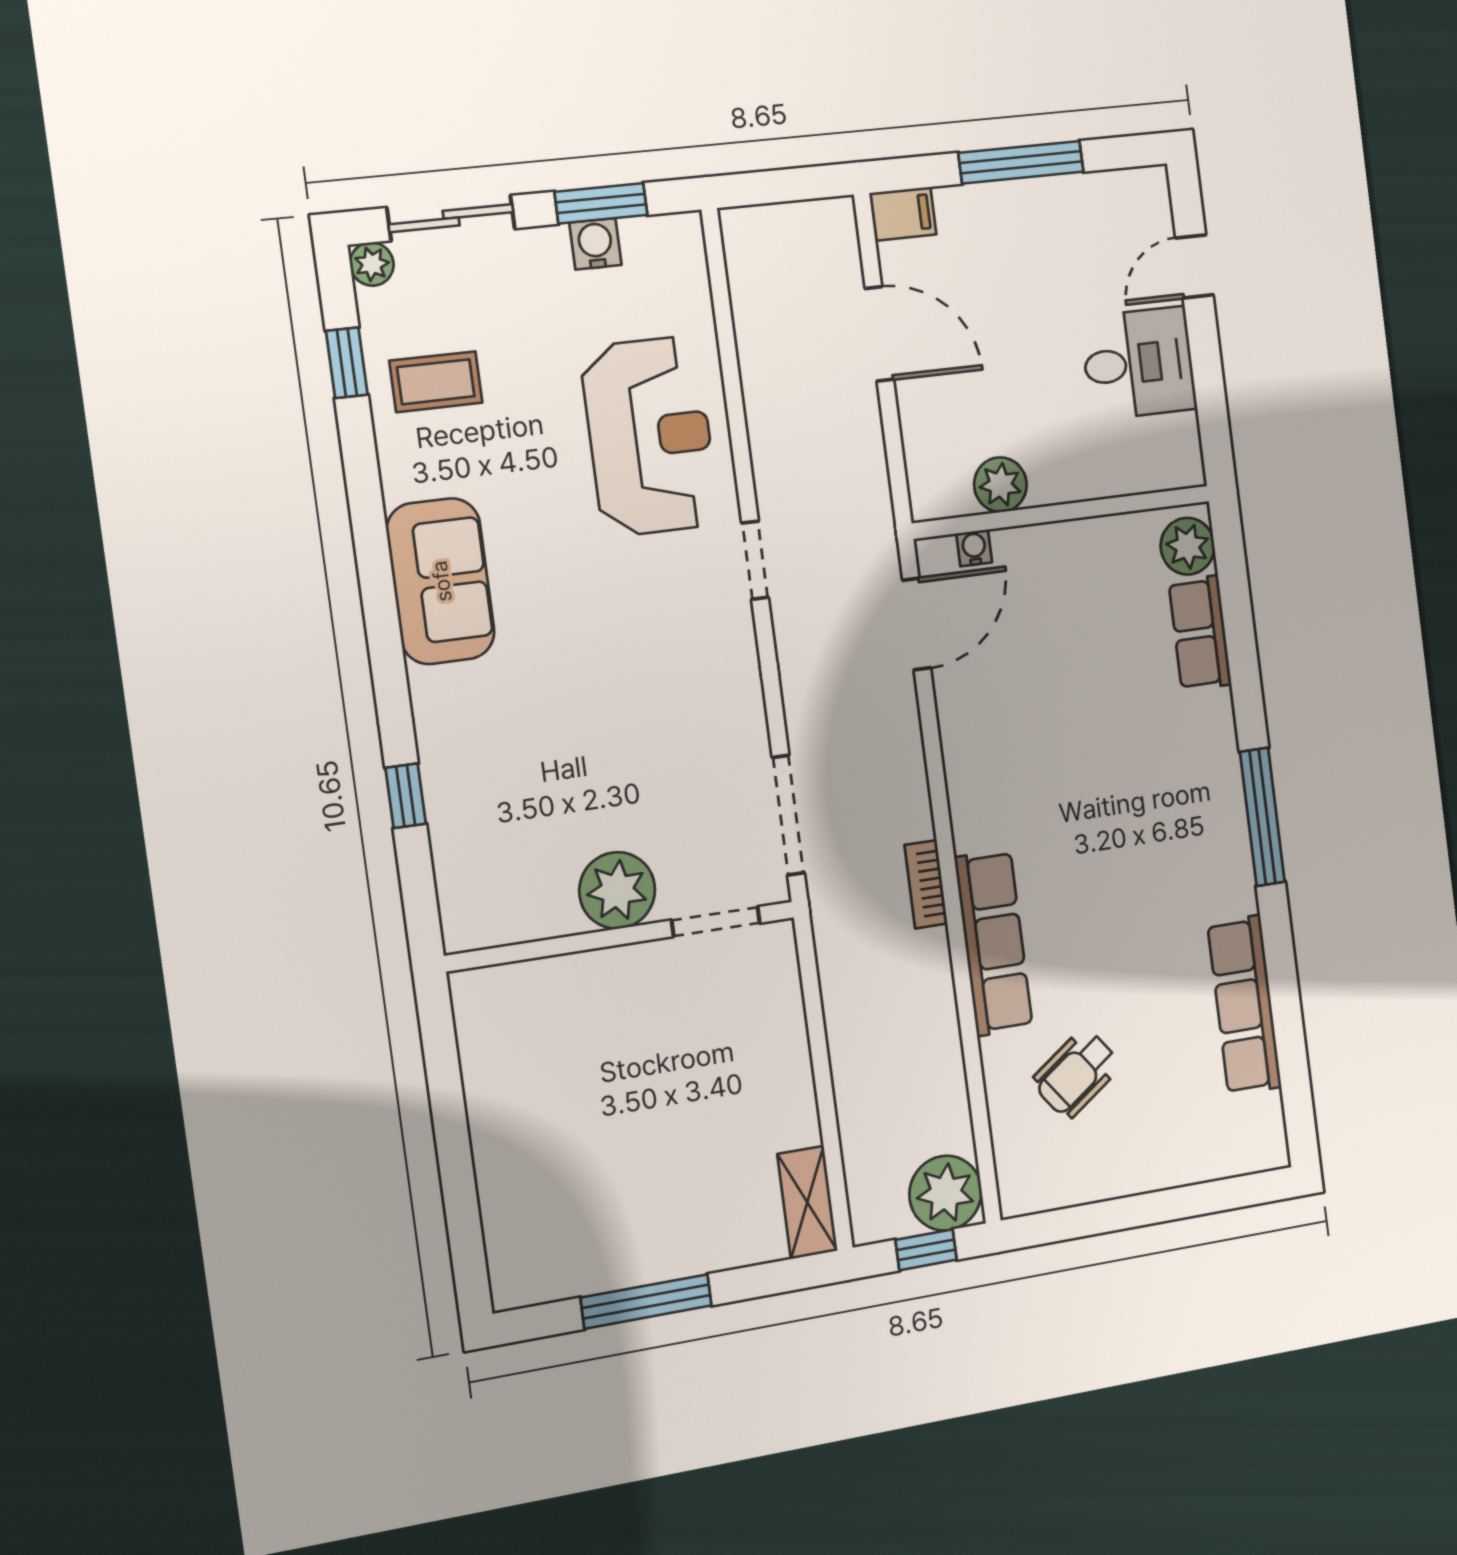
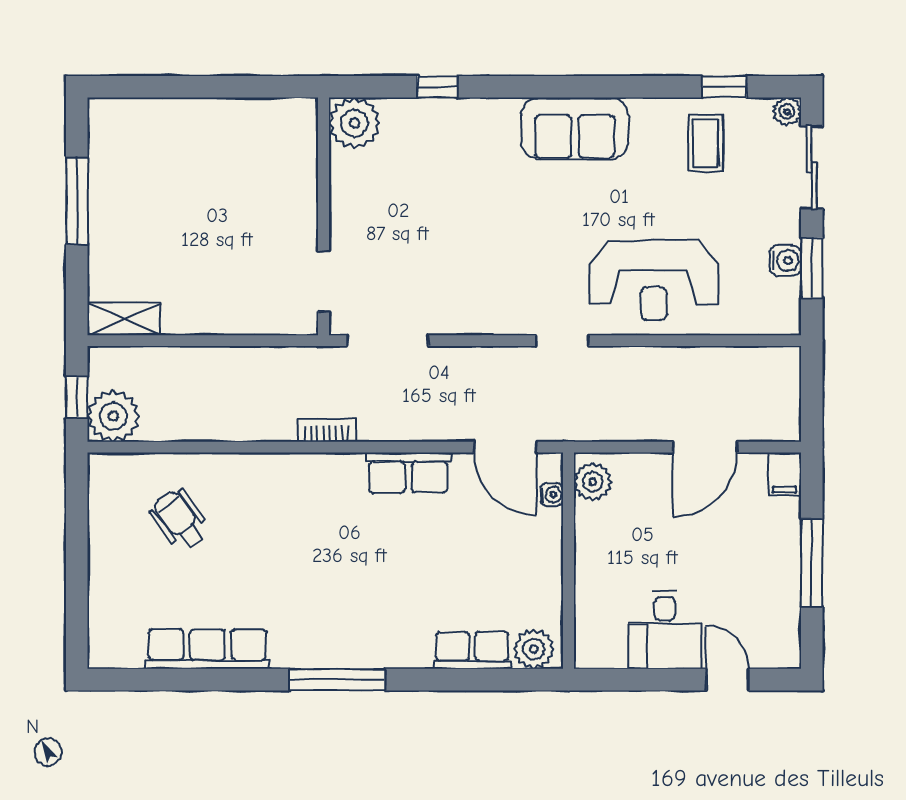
plant: (1000, 485) -> (593, 482), moved
plant: (617, 890) -> (355, 123), moved
row of seats: (994, 943) -> (408, 473), moved, width x0.68

